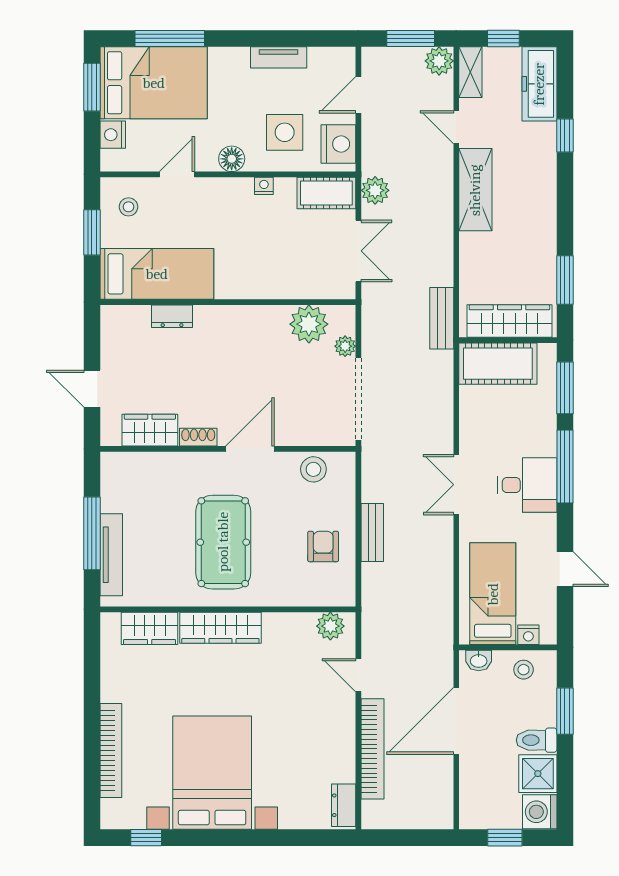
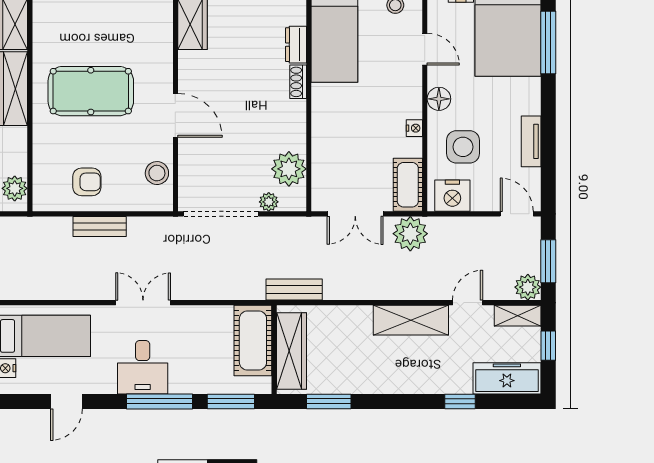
door: (358, 95) -> (517, 214), moved
plant: (375, 190) -> (410, 234), width x1.36, depth x1.36
shoe rack: (198, 437) -> (298, 82), moved, turned 180

